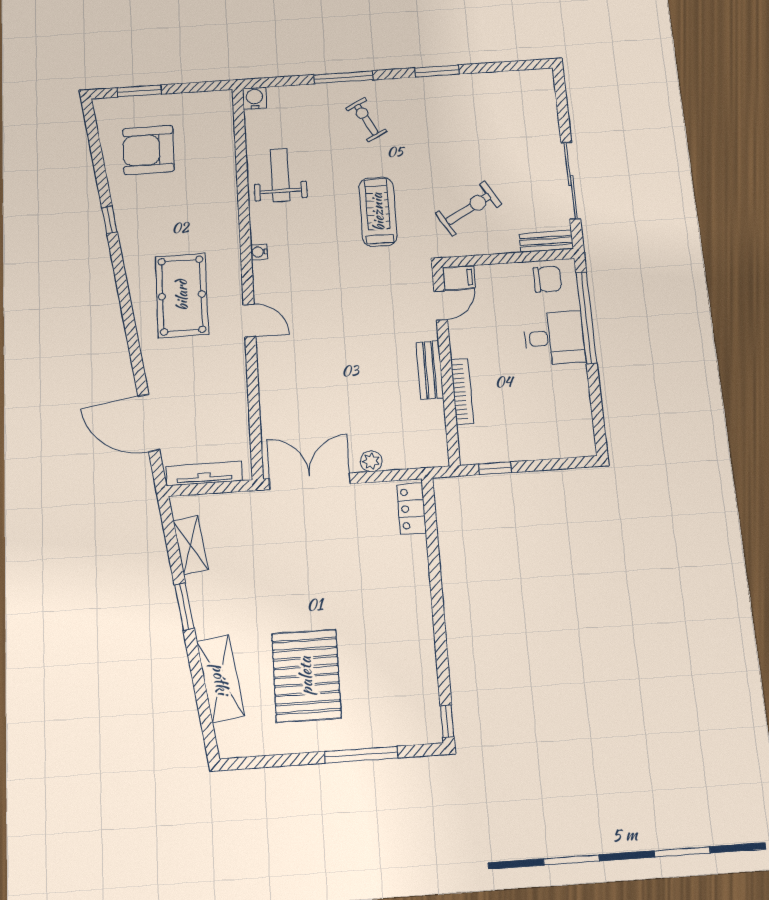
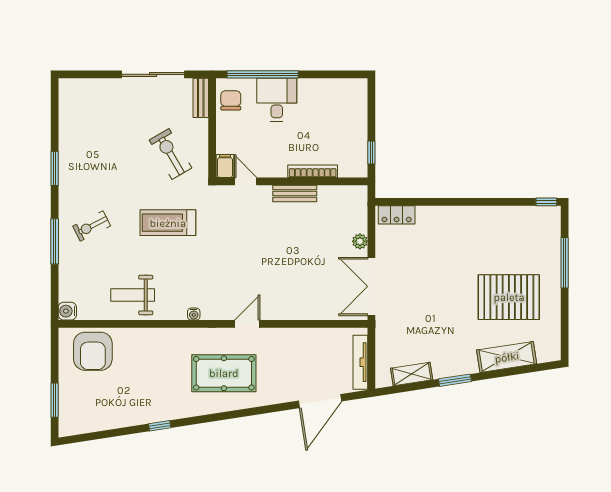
armchair: (148, 150) -> (93, 351), moved

